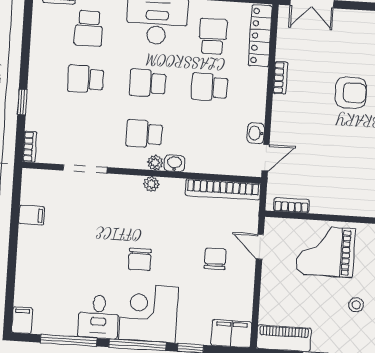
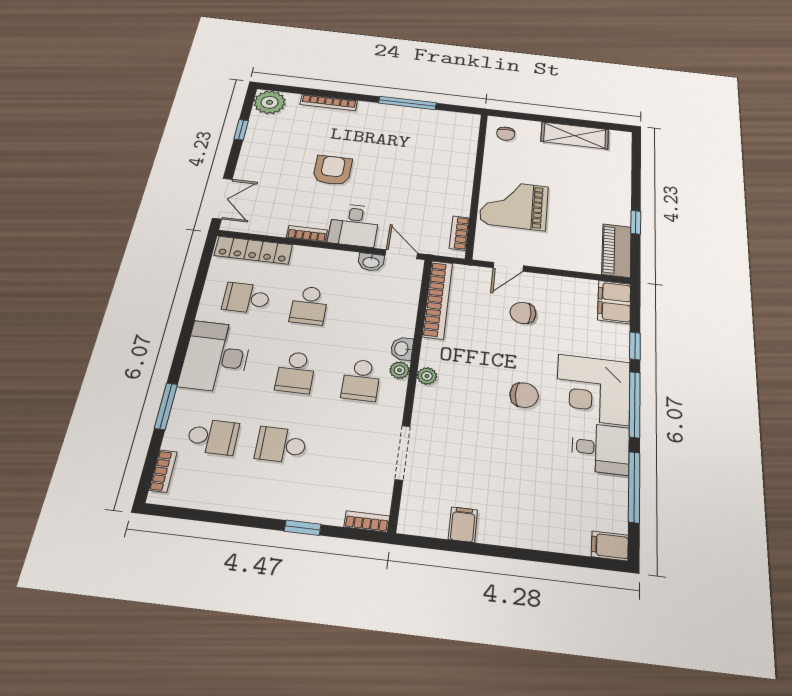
school desk: (85, 79) -> (281, 445), turned 90
desk: (293, 116) -> (354, 225), added
grand piano: (325, 251) -> (514, 205), turned 90
stool: (356, 305) -> (575, 182), removed

